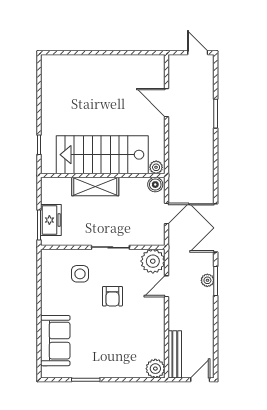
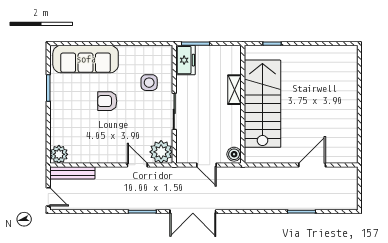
door: (198, 53) -> (359, 194), removed
plant: (156, 167) -> (250, 155), removed
shelving: (95, 186) -> (234, 90), width x0.67, depth x0.75
freezer: (51, 220) -> (185, 60), moved, turned -90
double door: (216, 228) -> (193, 212), swing flipped
plant: (207, 280) -> (143, 204), removed
armchair: (112, 296) -> (107, 101), moved
sofa: (55, 341) -> (86, 59), width x1.36

